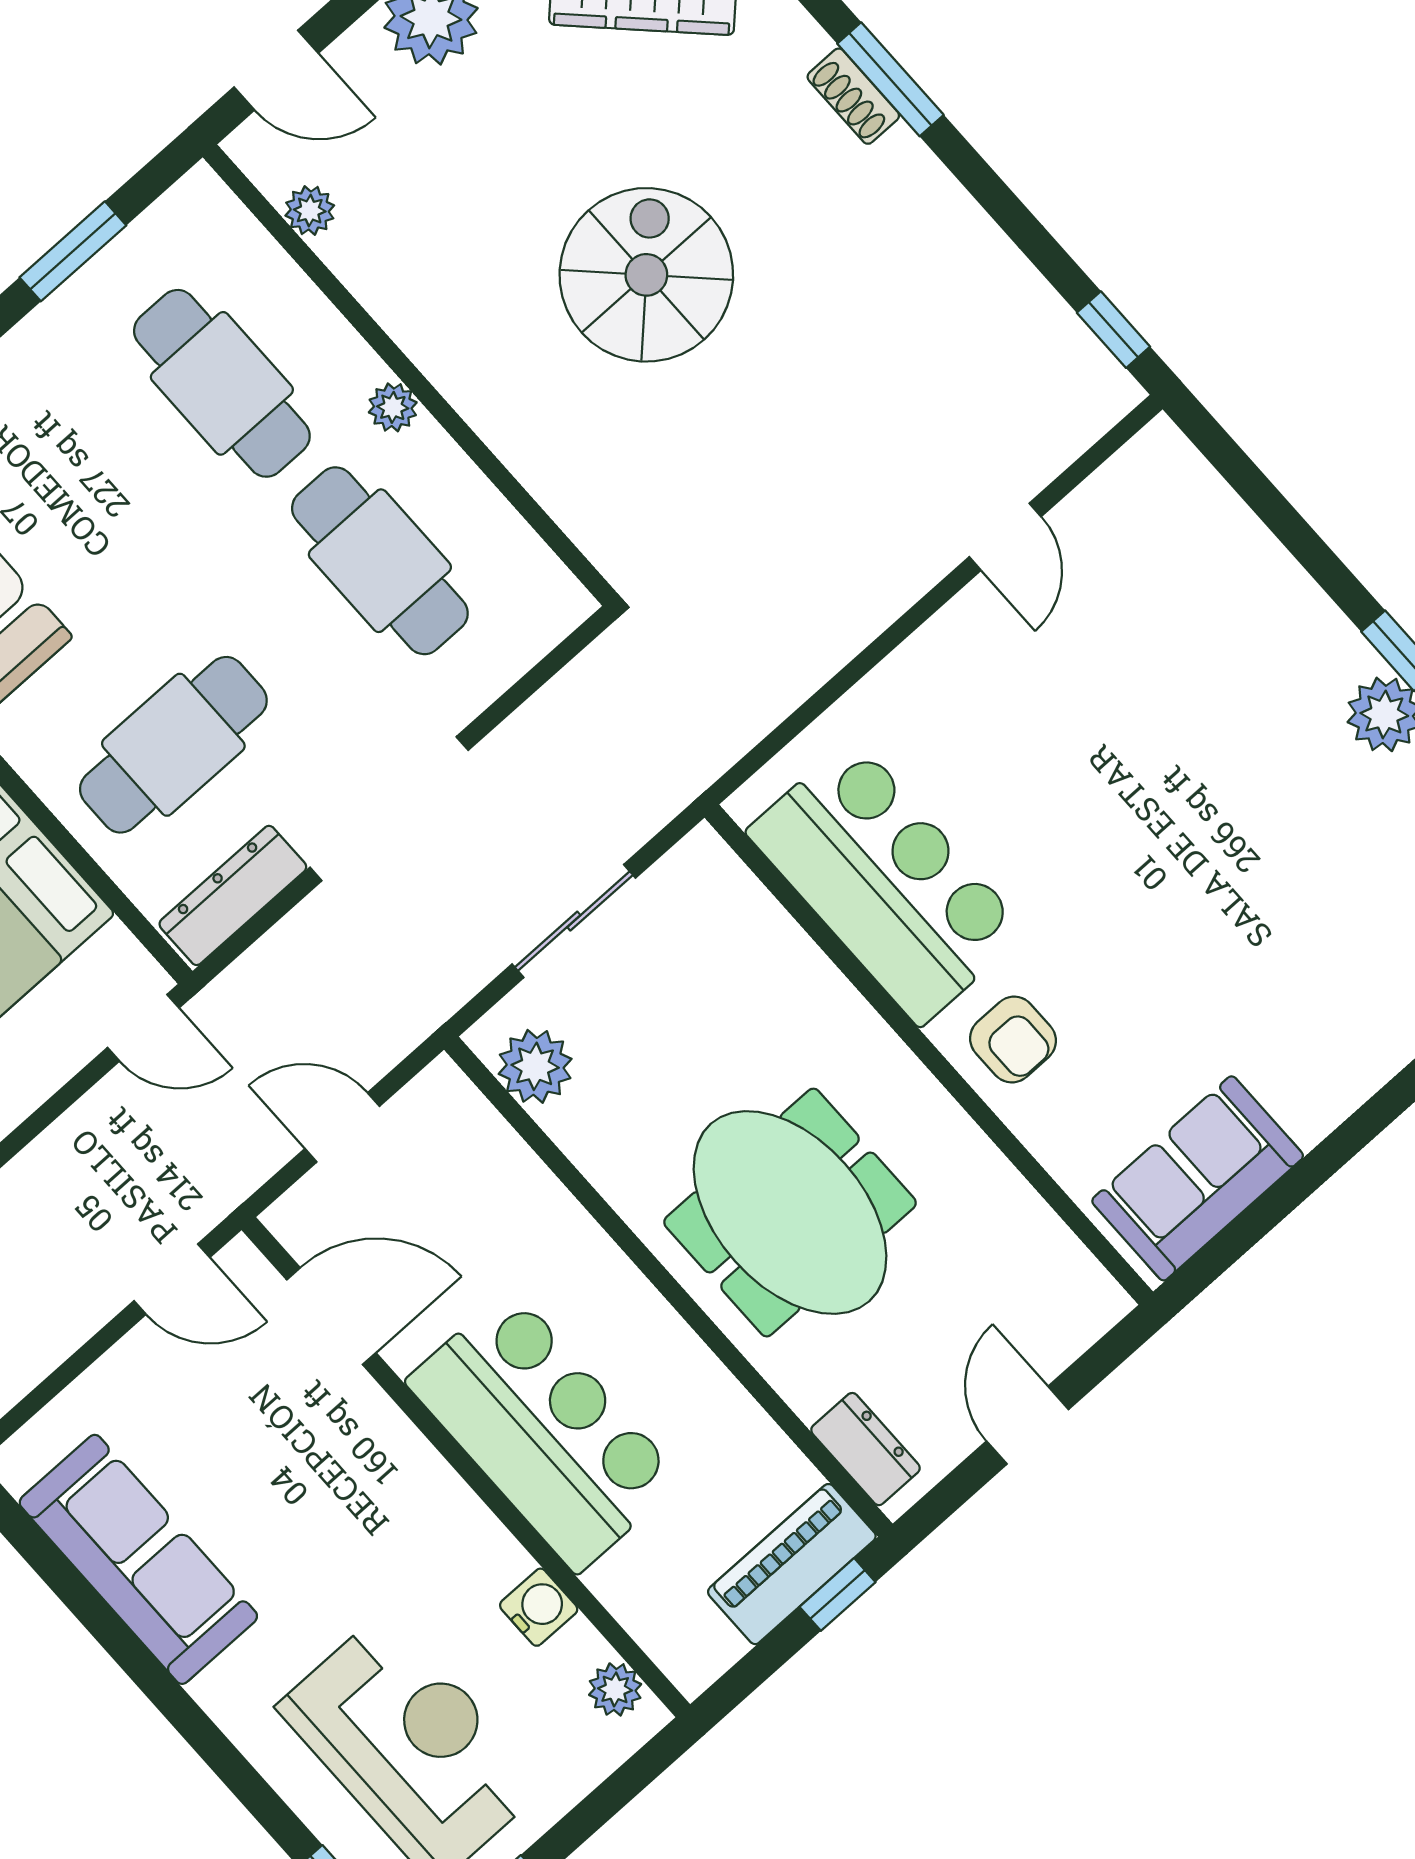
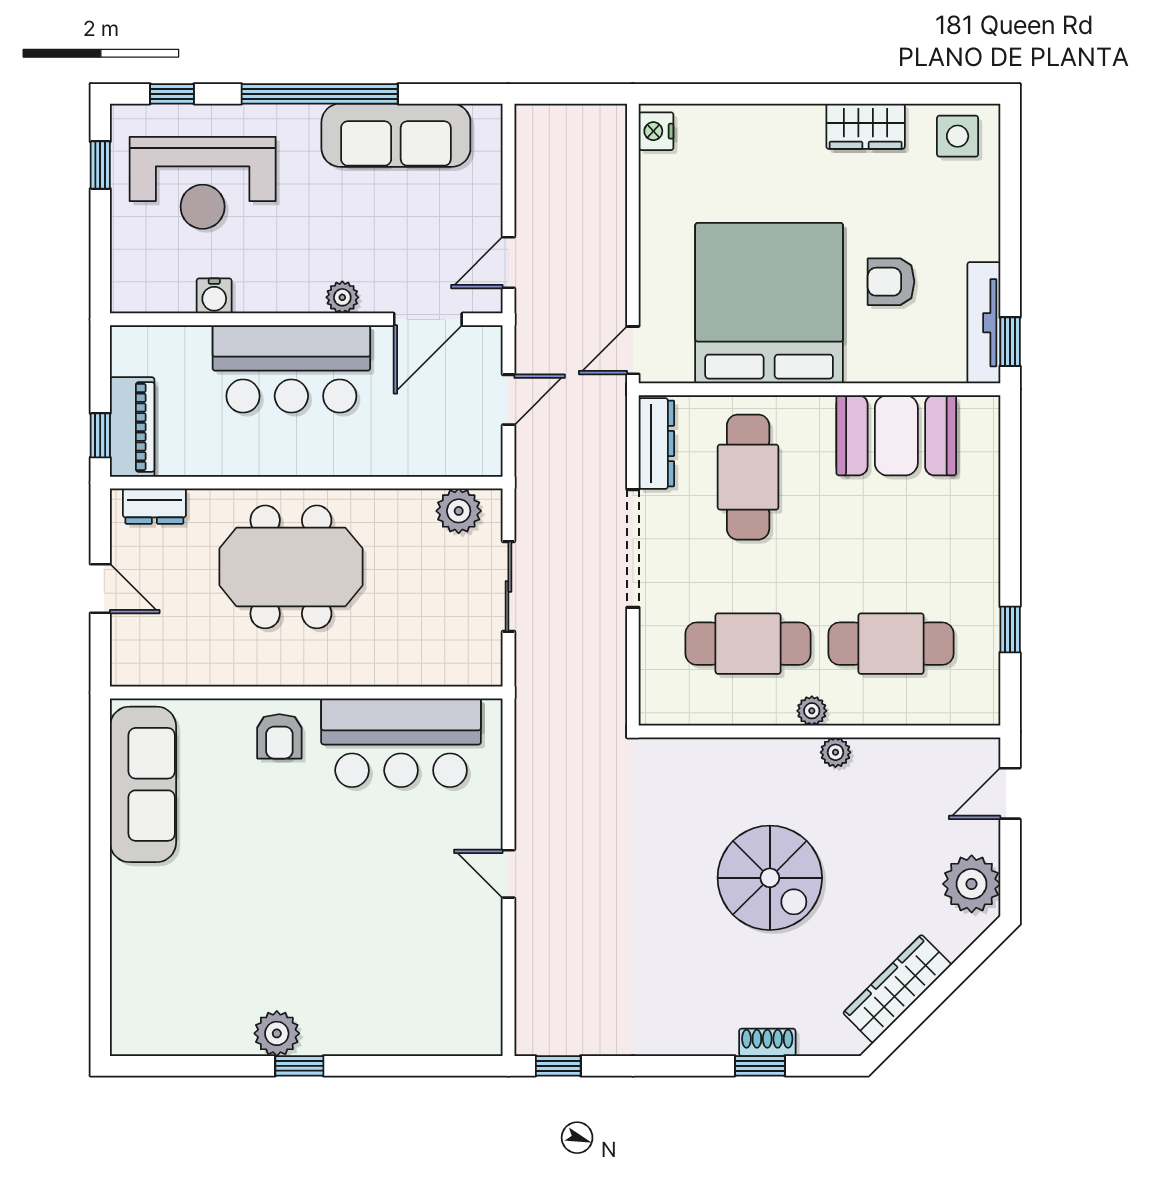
window: (890, 79) -> (760, 1066), width x0.67
plant: (310, 211) -> (835, 752), moved
window: (73, 251) -> (1010, 630), width x0.67
door: (1005, 537) -> (508, 874), moved
armchair: (1013, 1040) -> (279, 736), turned -90
sofa: (1198, 1178) -> (143, 784), width x1.36
plant: (615, 1689) -> (342, 297), moved
window: (171, 1700) -> (320, 94), added

